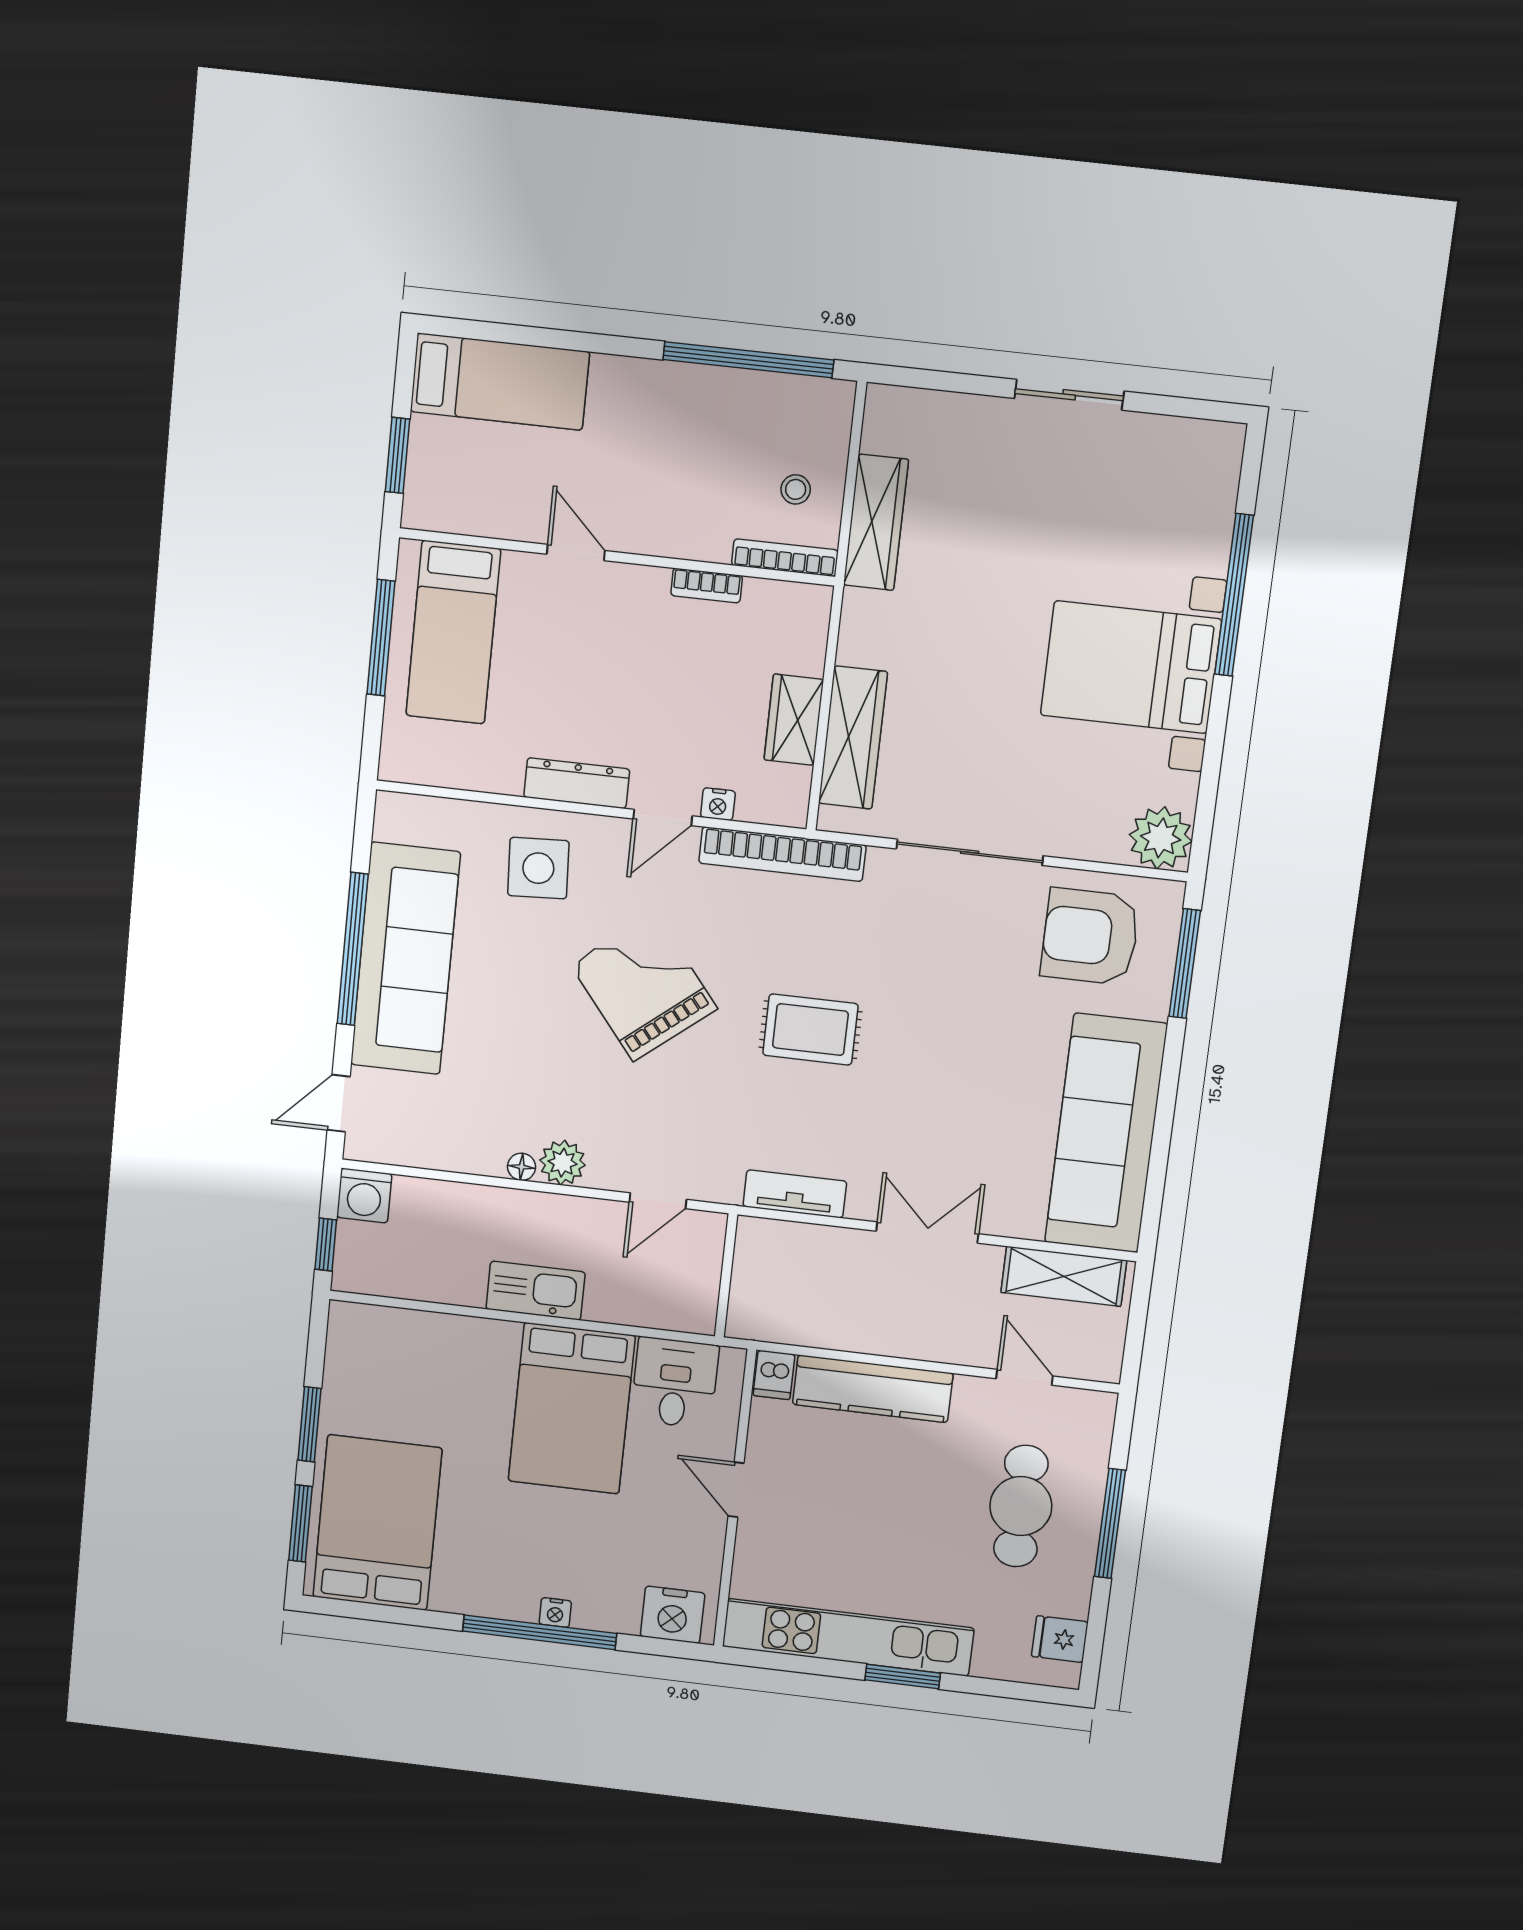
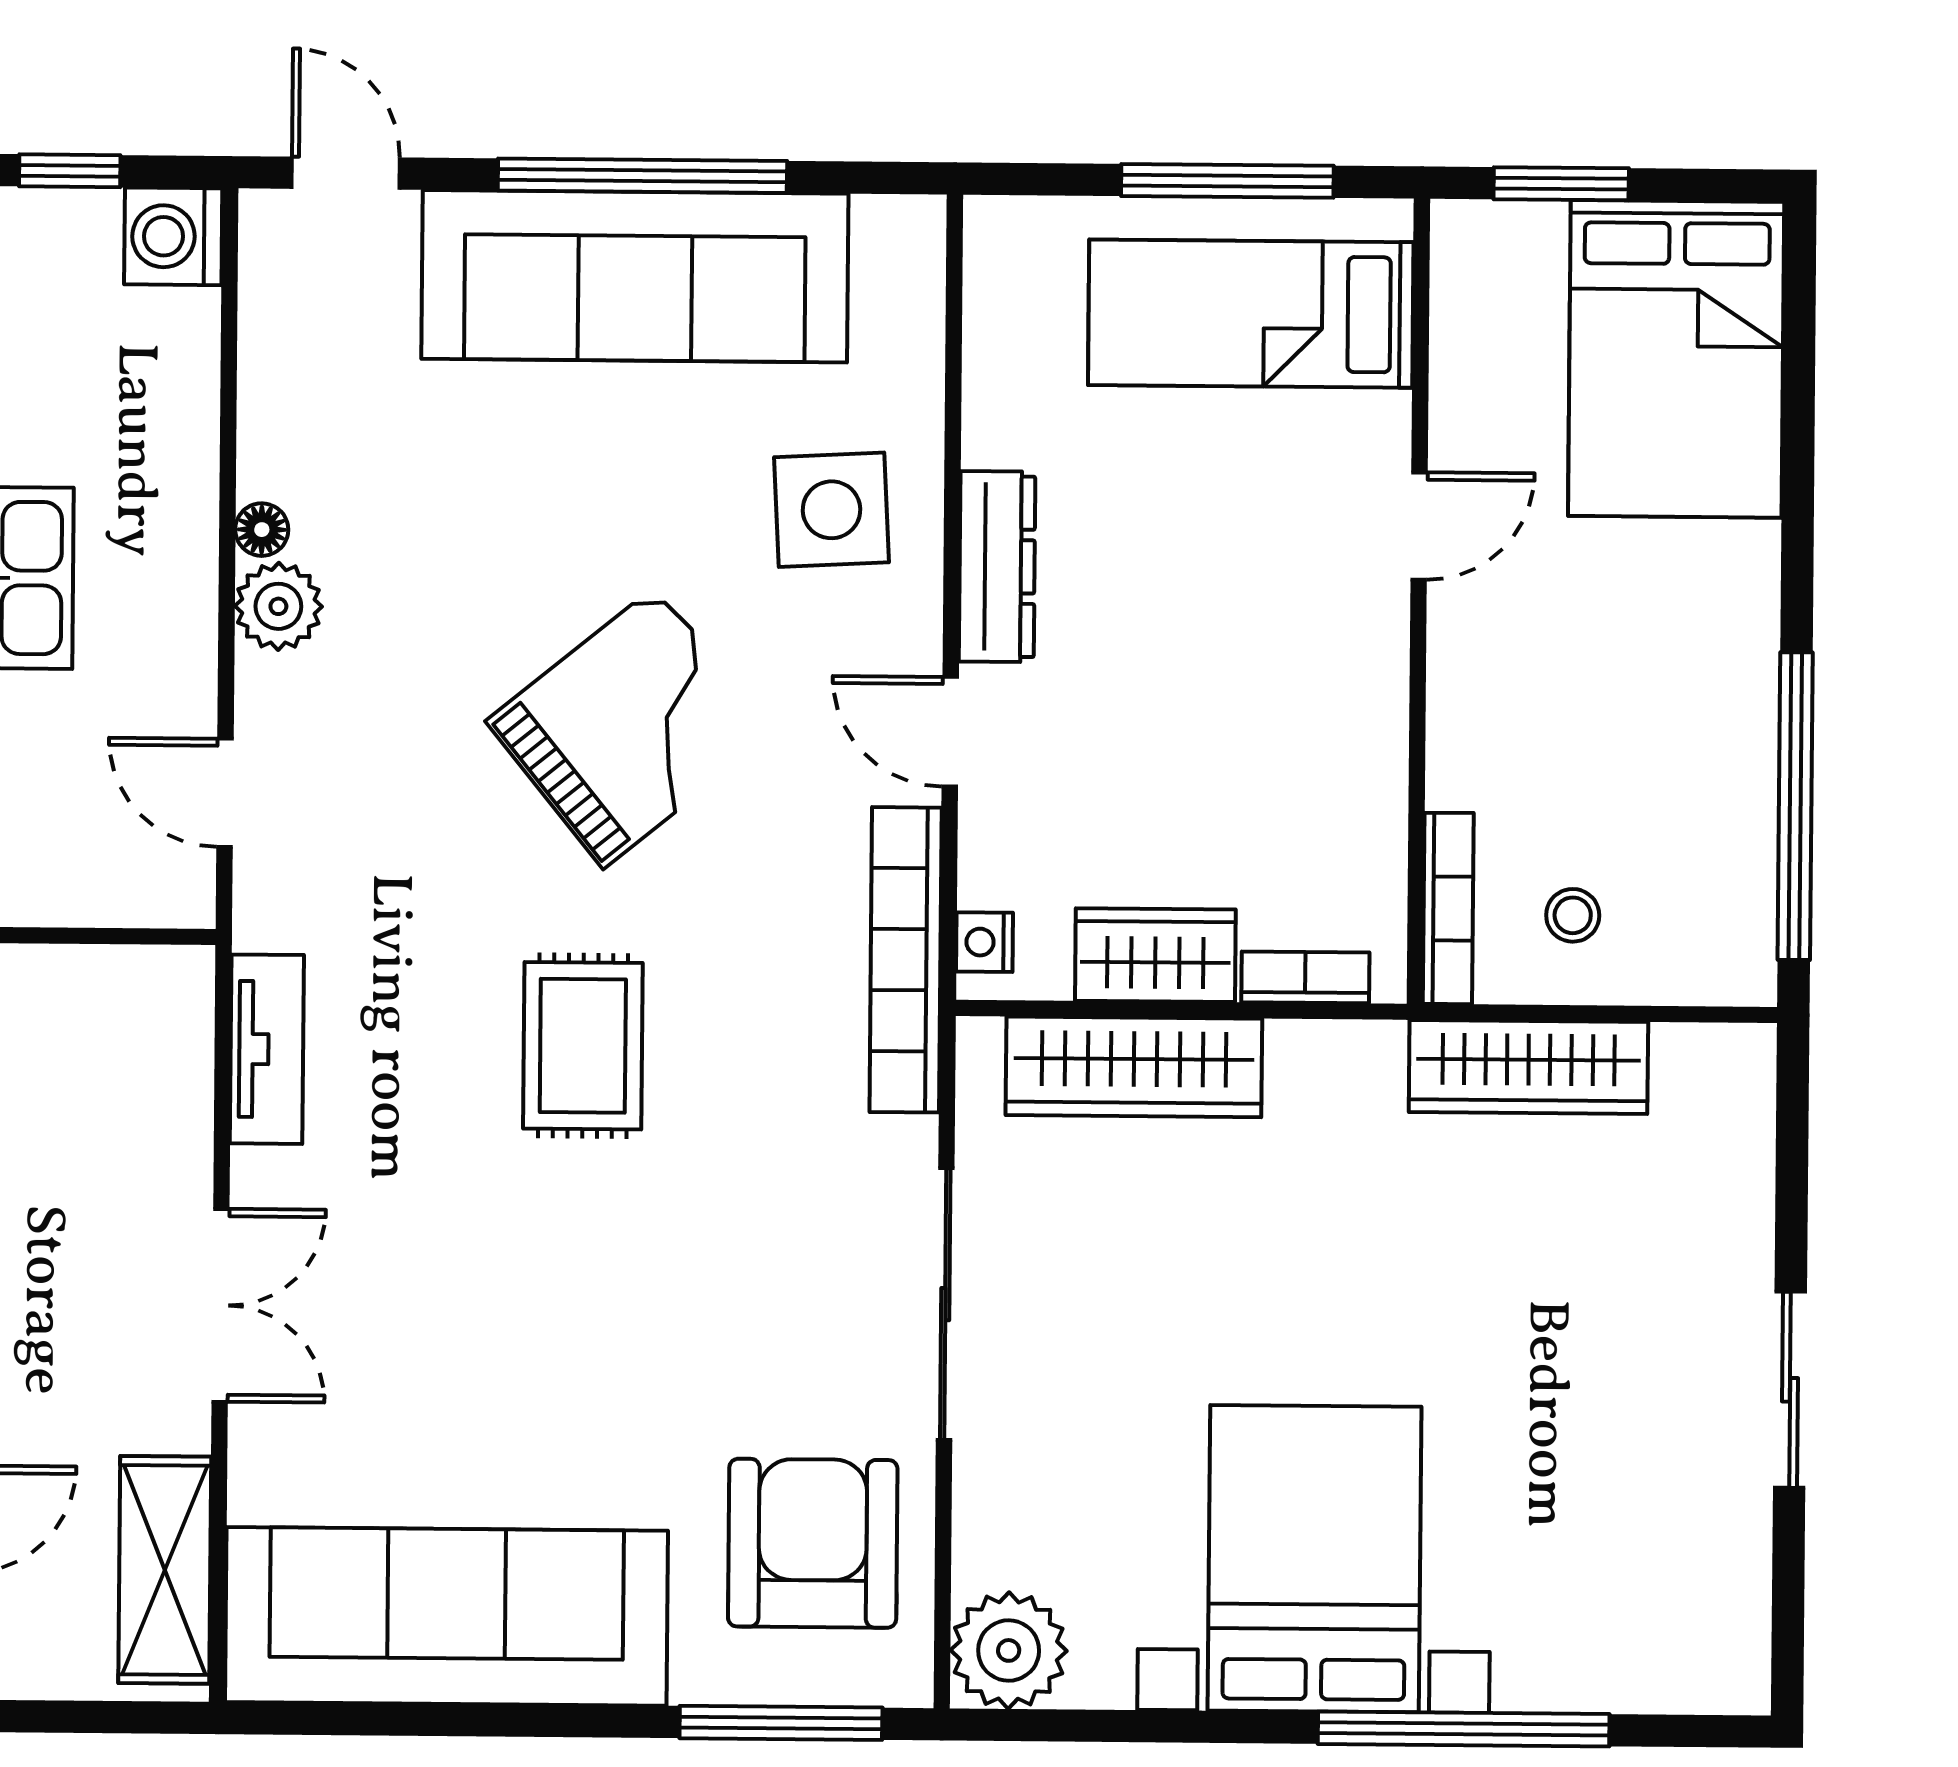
bed: (500, 382) -> (1676, 359), width x1.50
bookcase: (707, 585) -> (1305, 977), moved, turned 90
nightstand: (718, 804) -> (985, 942), moved

